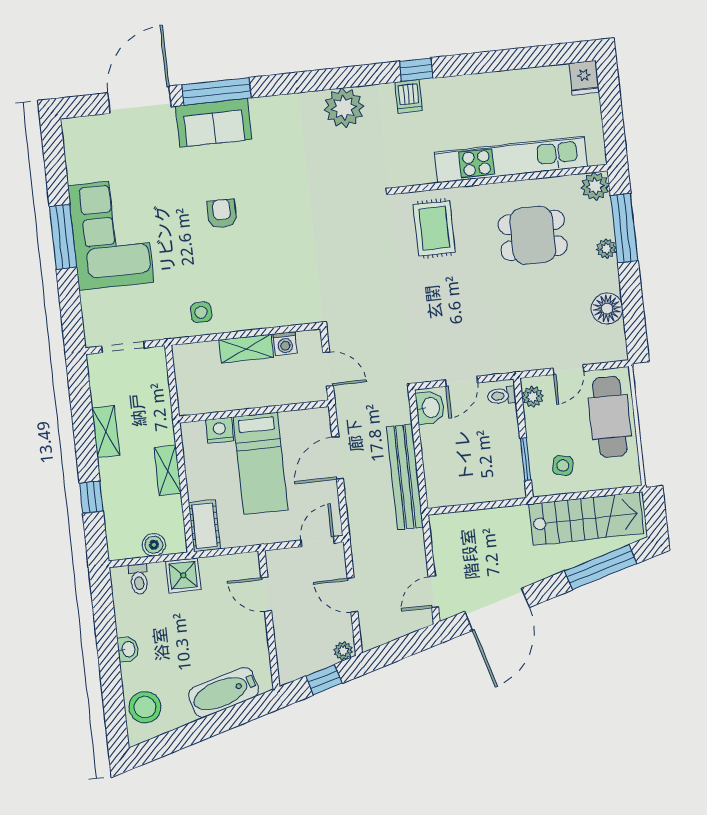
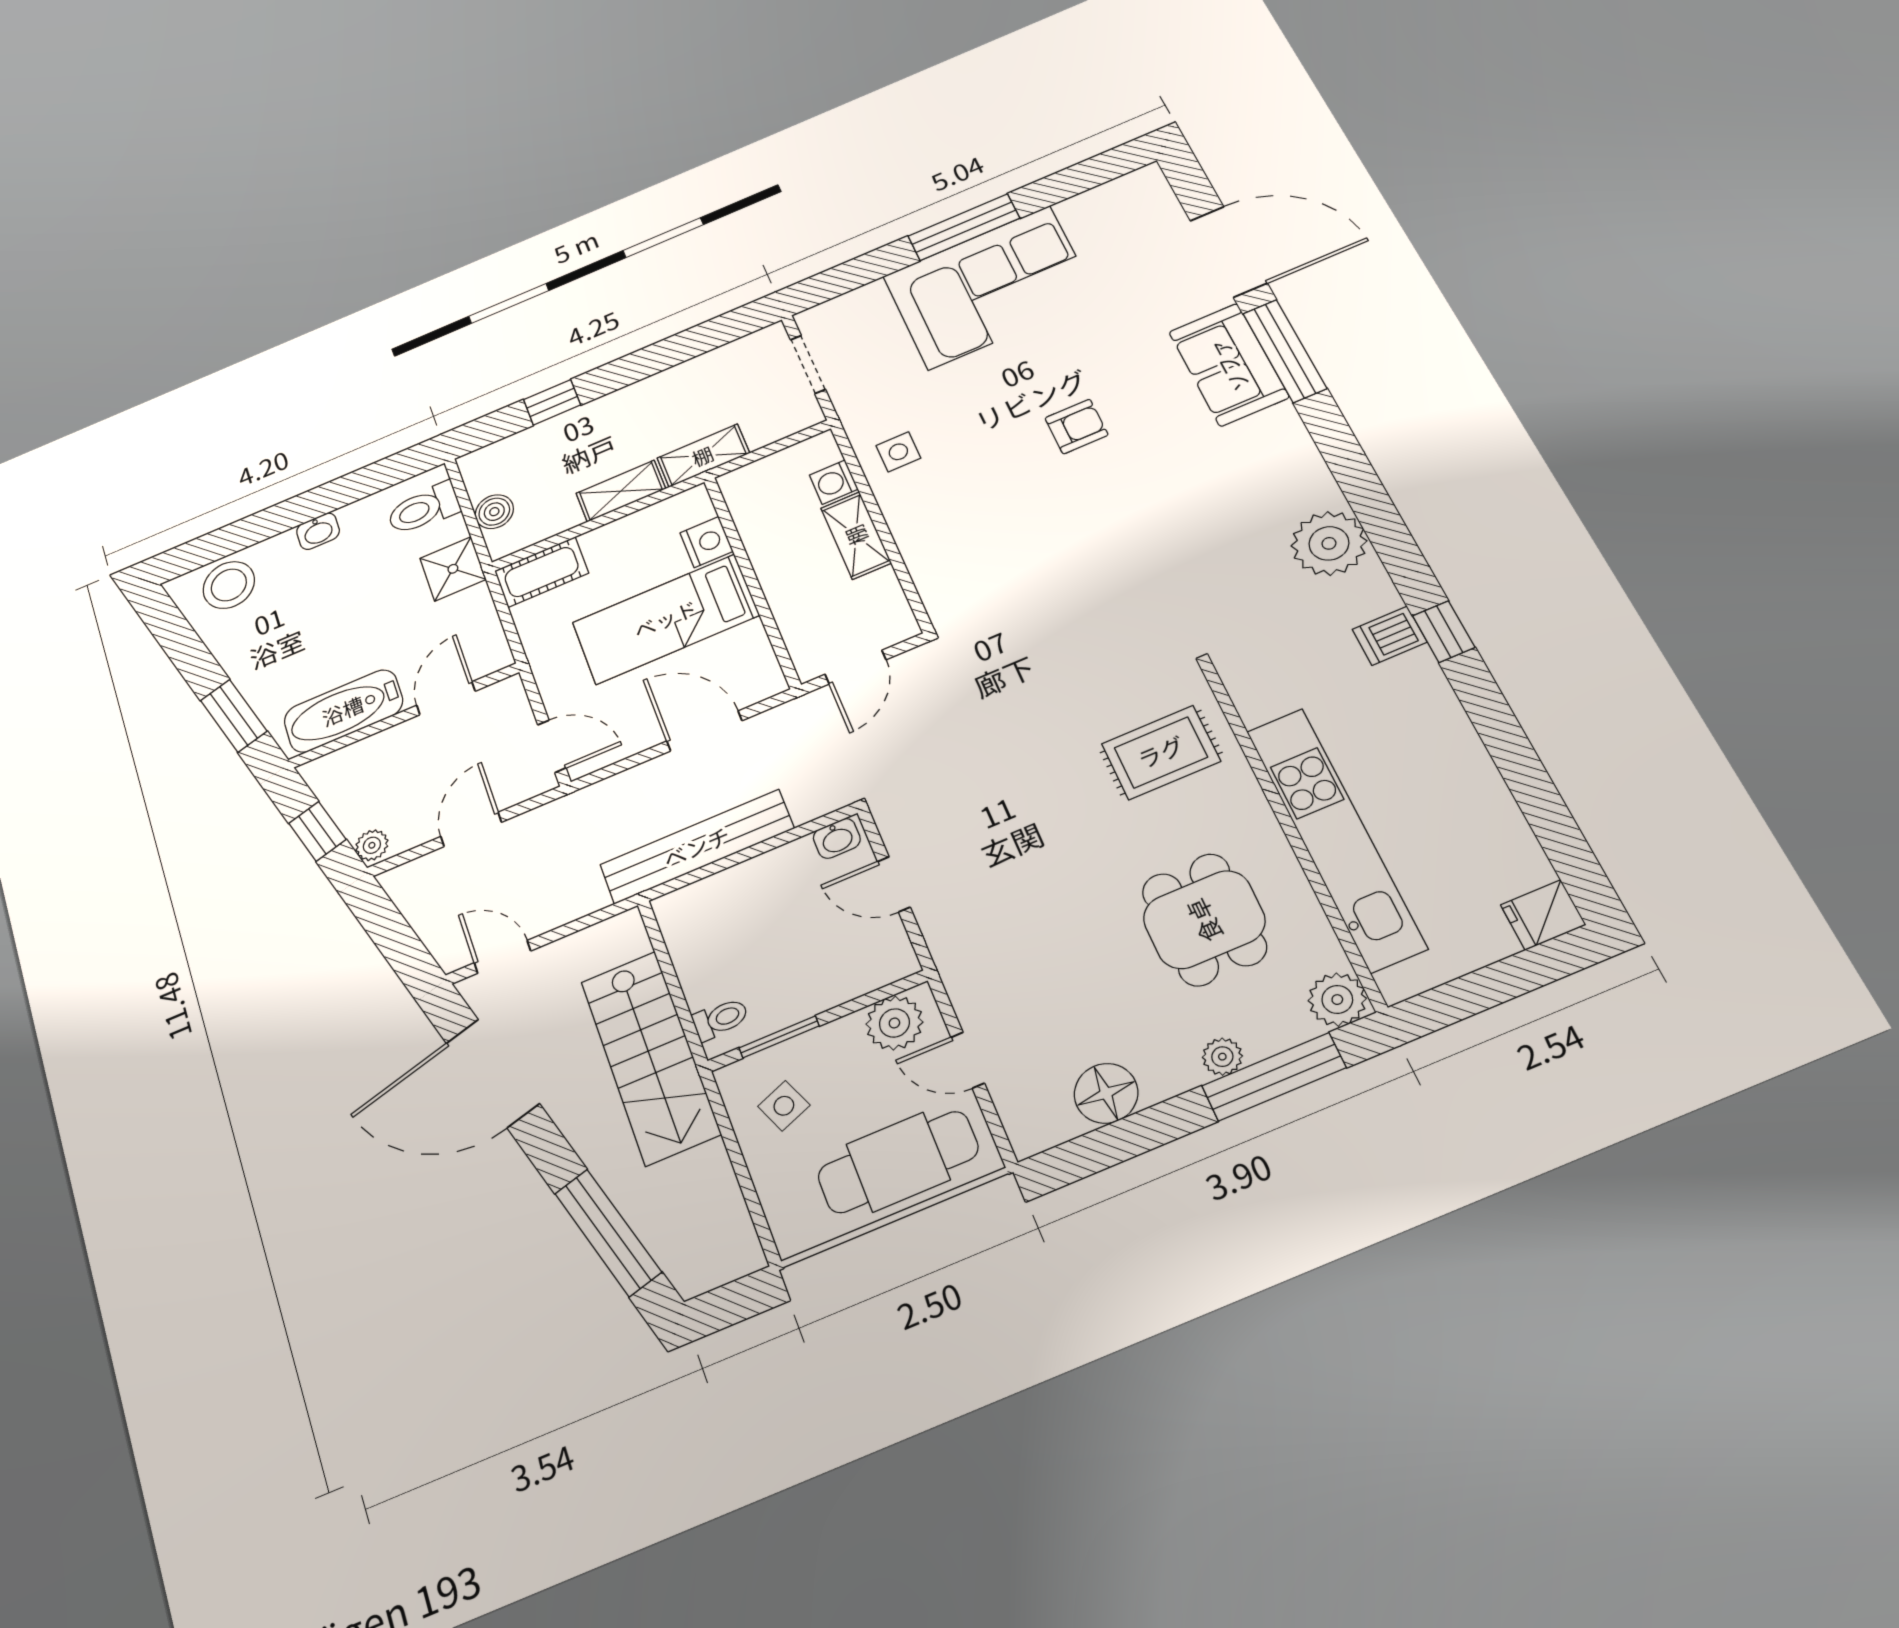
washing machine: (285, 344) -> (834, 482), moved
toilet: (502, 396) -> (721, 1019), moved, turned 90
plant: (533, 397) -> (894, 1023), width x1.38, depth x1.38
washbasin: (430, 408) -> (837, 838), width x0.72, depth x0.69
shelving: (106, 432) -> (703, 456), moved
side table: (563, 465) -> (784, 1106), turned -35
stairs: (586, 519) -> (650, 1057), moved
toilet: (139, 579) -> (423, 509), width x1.37, depth x1.39
bathtub: (224, 692) -> (343, 711), moved, turned -74
window: (234, 716) -> (234, 716), added

